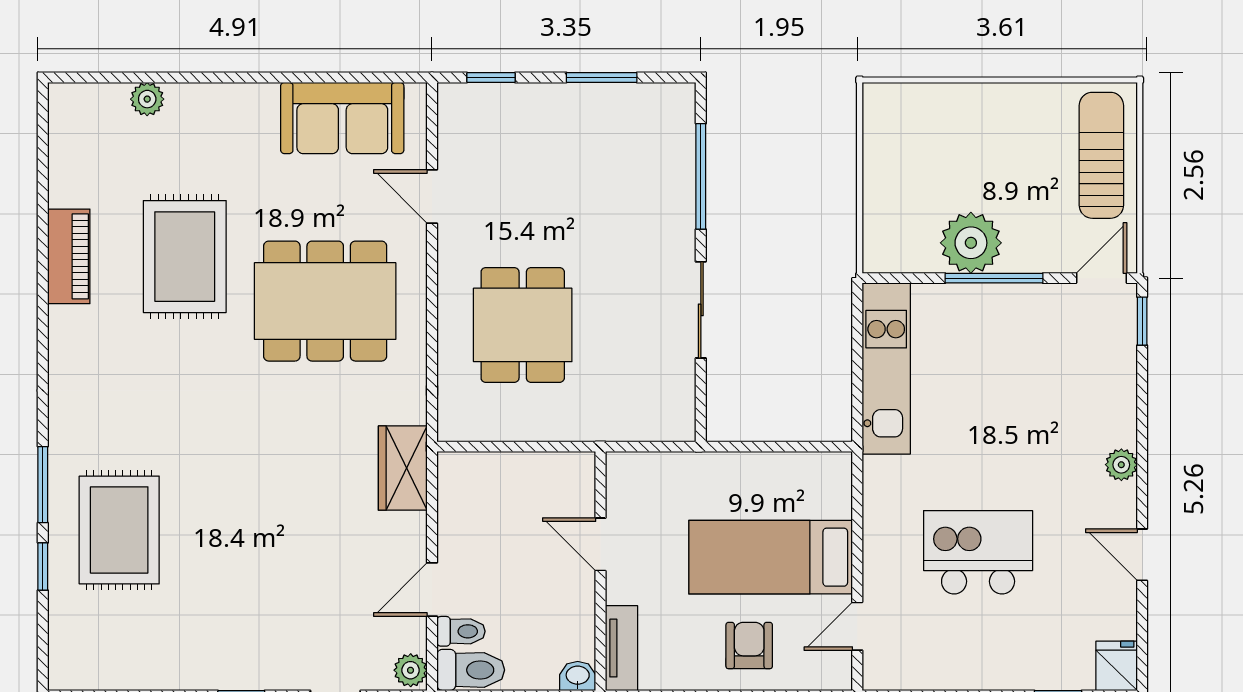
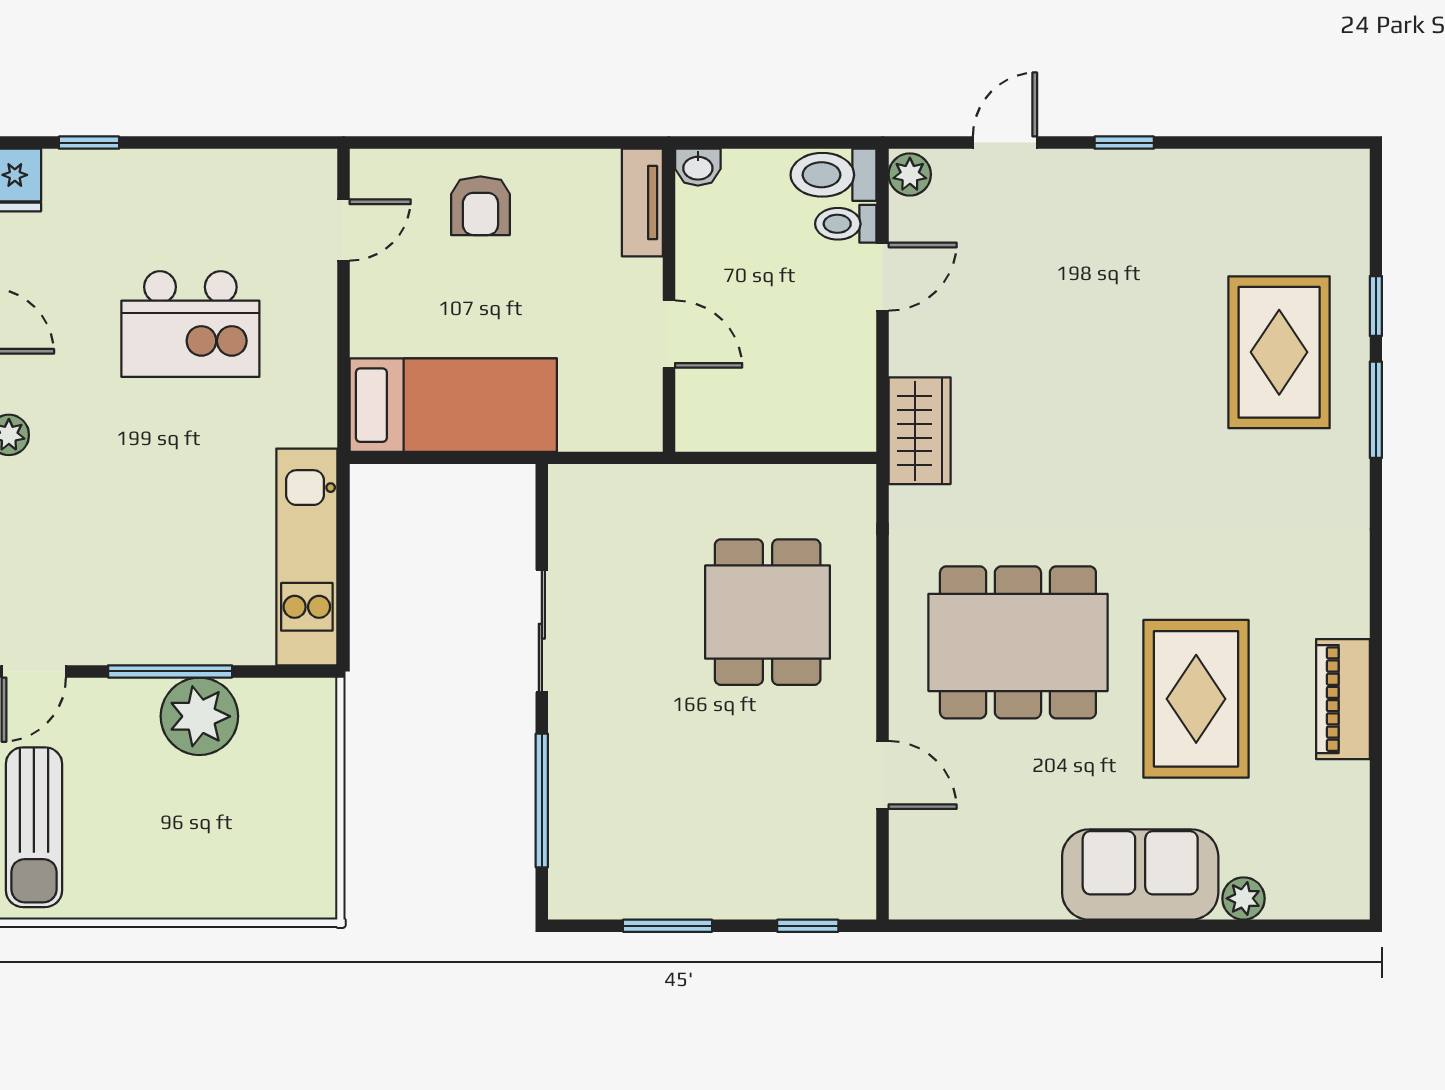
sofa: (342, 118) -> (1140, 874), moved
bed: (771, 557) -> (453, 405), moved

